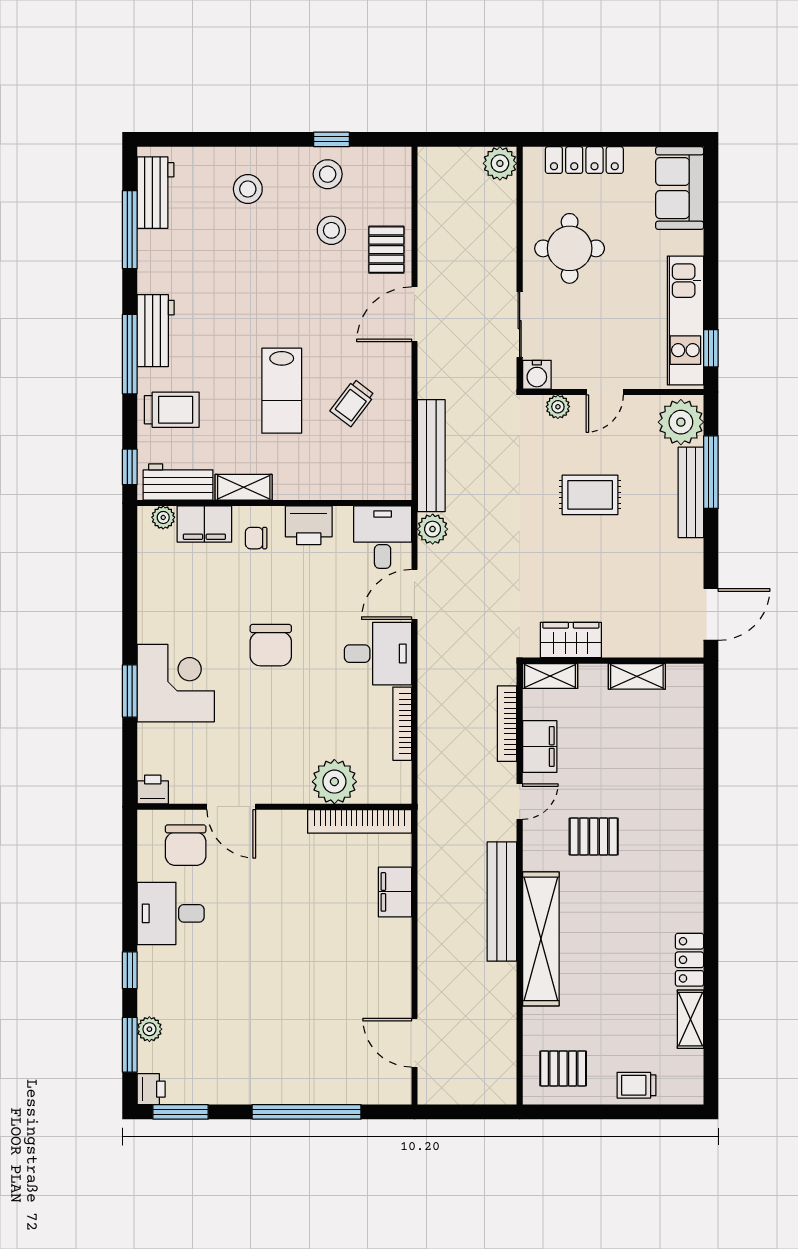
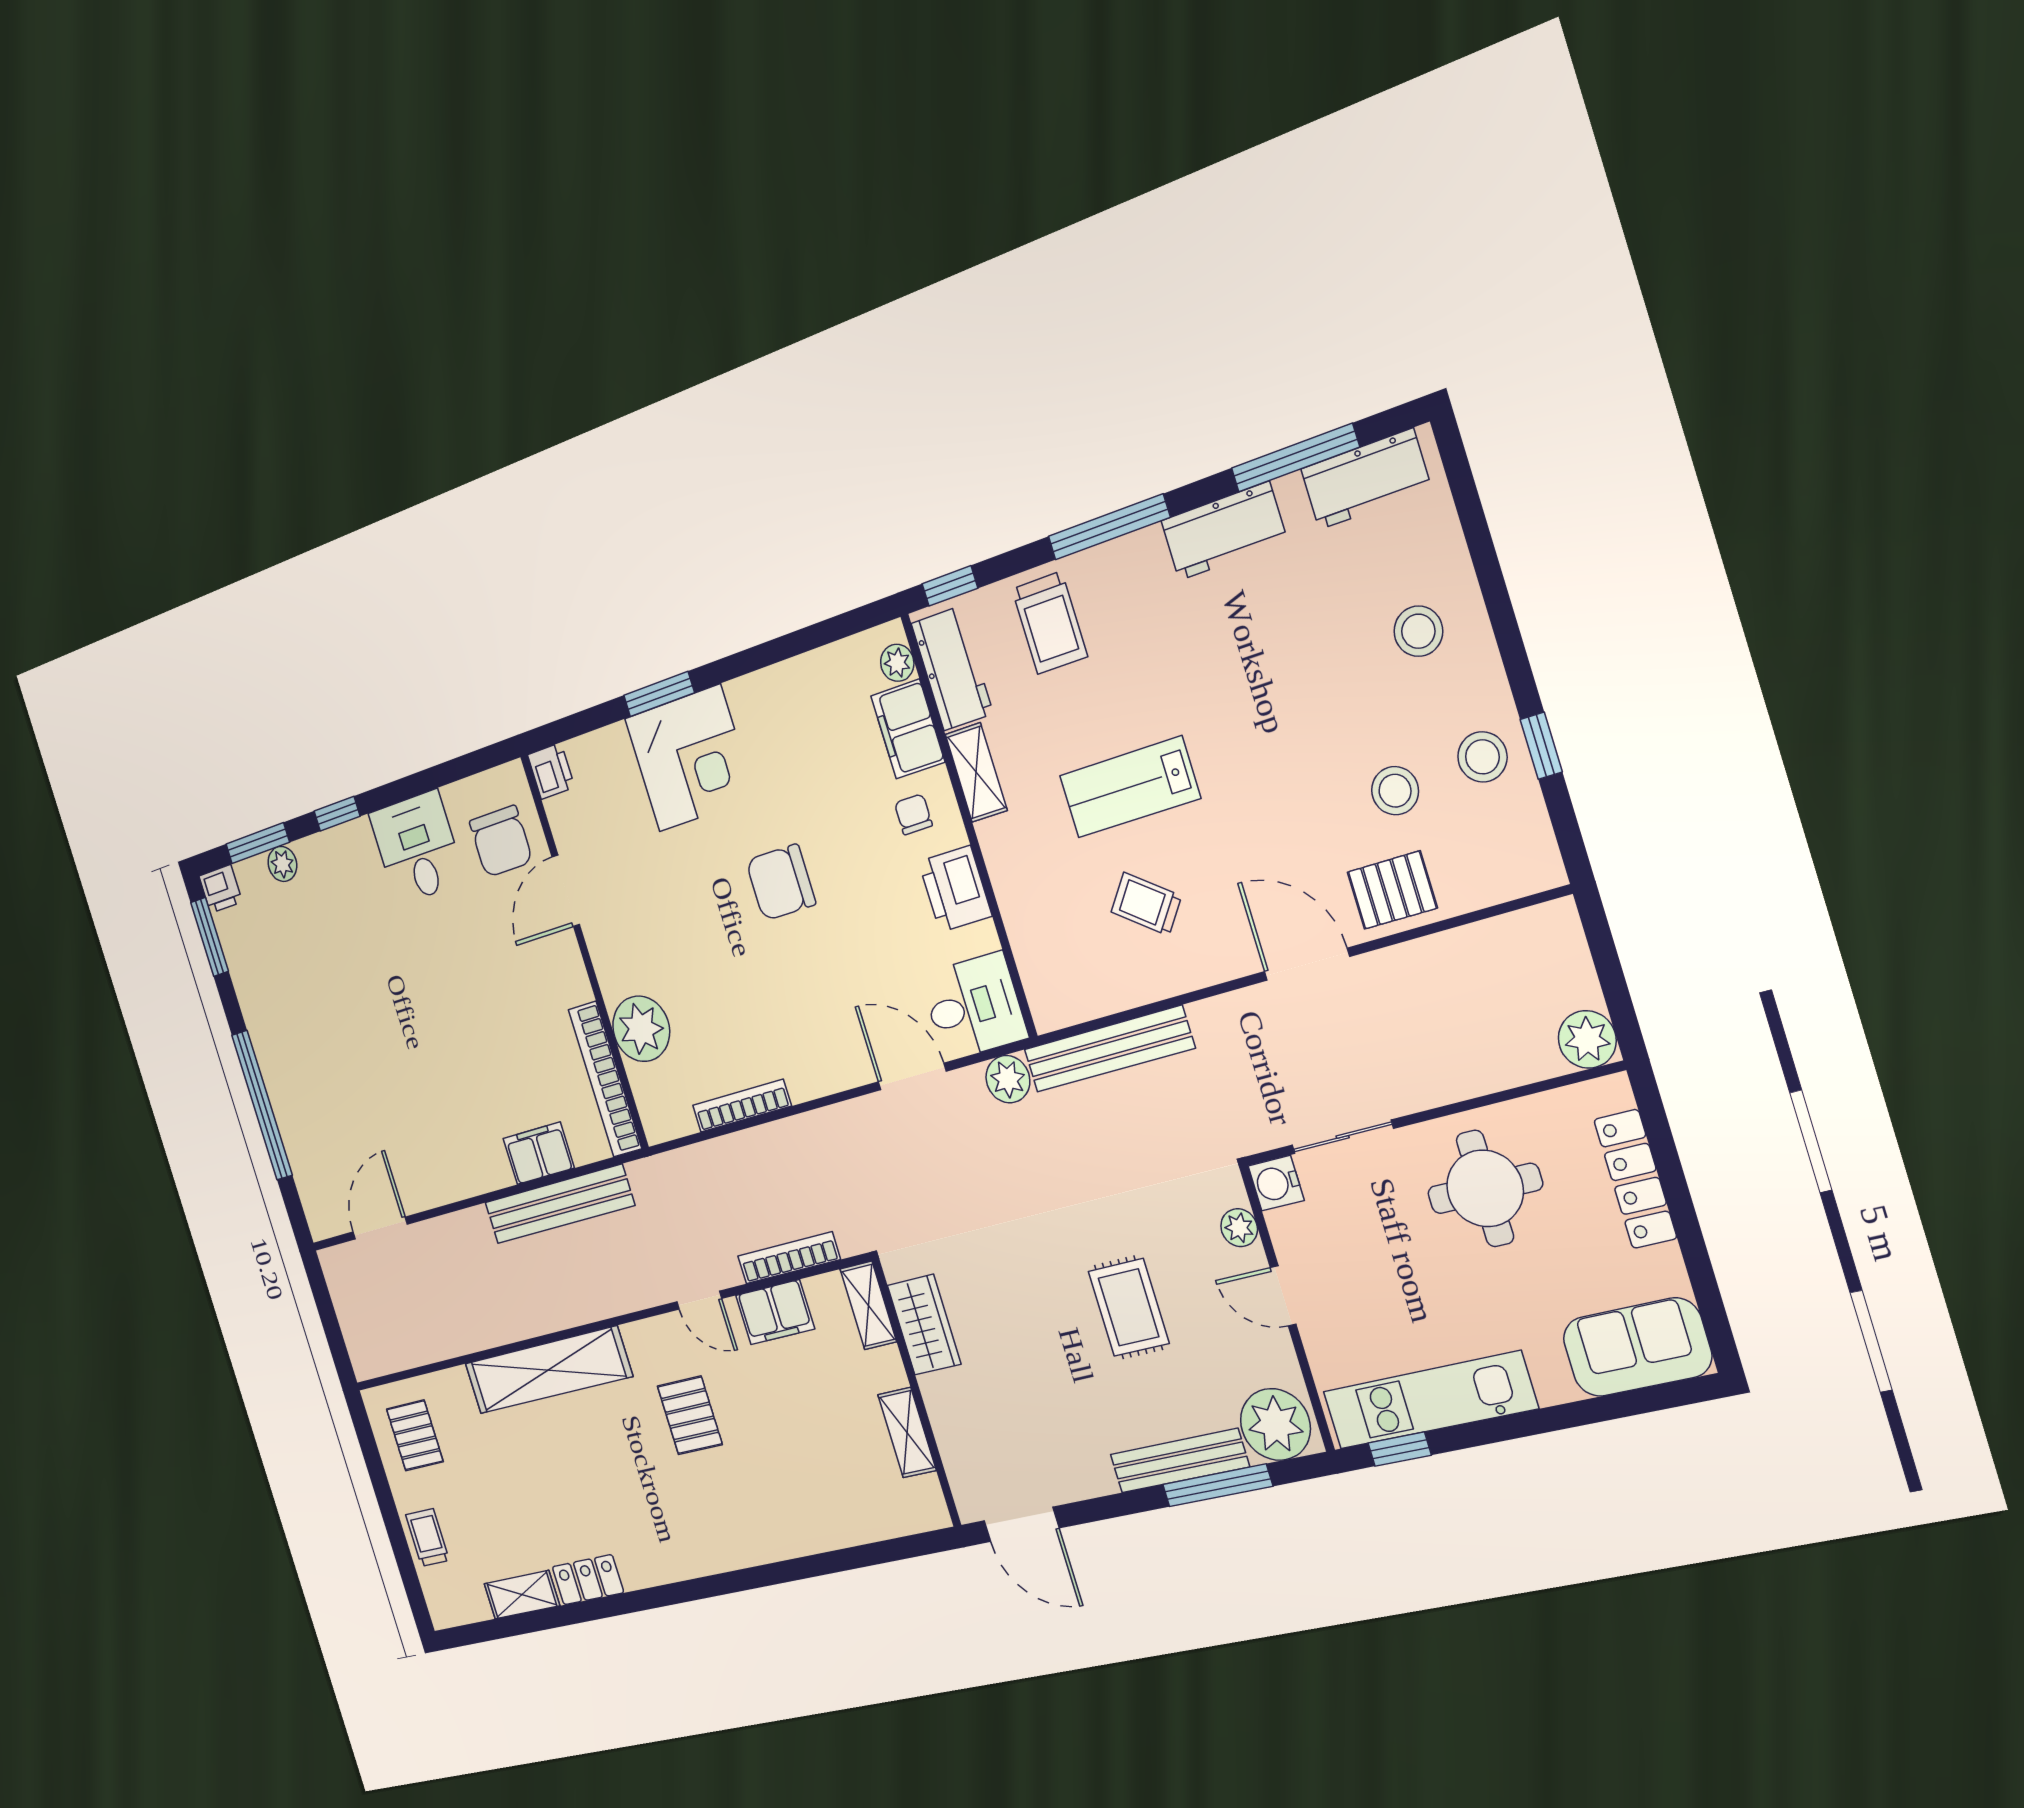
workbench: (156, 331) -> (1224, 531), moved
desk: (378, 654) -> (819, 1044), removed
chair: (186, 845) -> (501, 841), turned -90
bench: (502, 902) -> (559, 1204), moved

